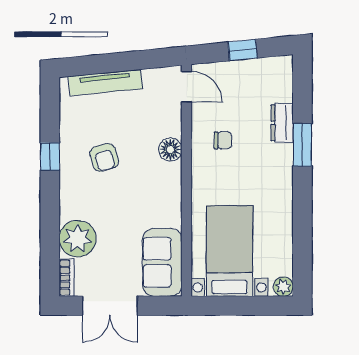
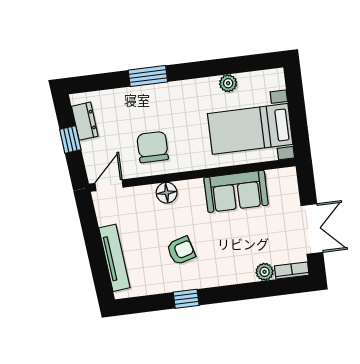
dresser: (282, 123) -> (85, 121), moved, turned -96
chair: (223, 140) -> (153, 147), width x1.87, depth x1.87
plant: (78, 239) -> (265, 272), width x0.53, depth x0.53
sofa: (162, 262) -> (236, 191), moved
plant: (283, 287) -> (228, 83), moved

